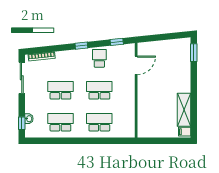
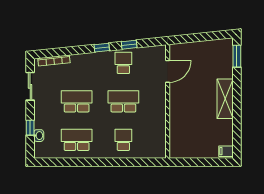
window: (117, 42) -> (129, 45), moved
sliding door: (22, 78) -> (30, 86), width x0.73
shelving: (184, 110) -> (225, 99), moved
school desk: (99, 122) -> (123, 140), width x0.54
window: (22, 123) -> (30, 128), moved

